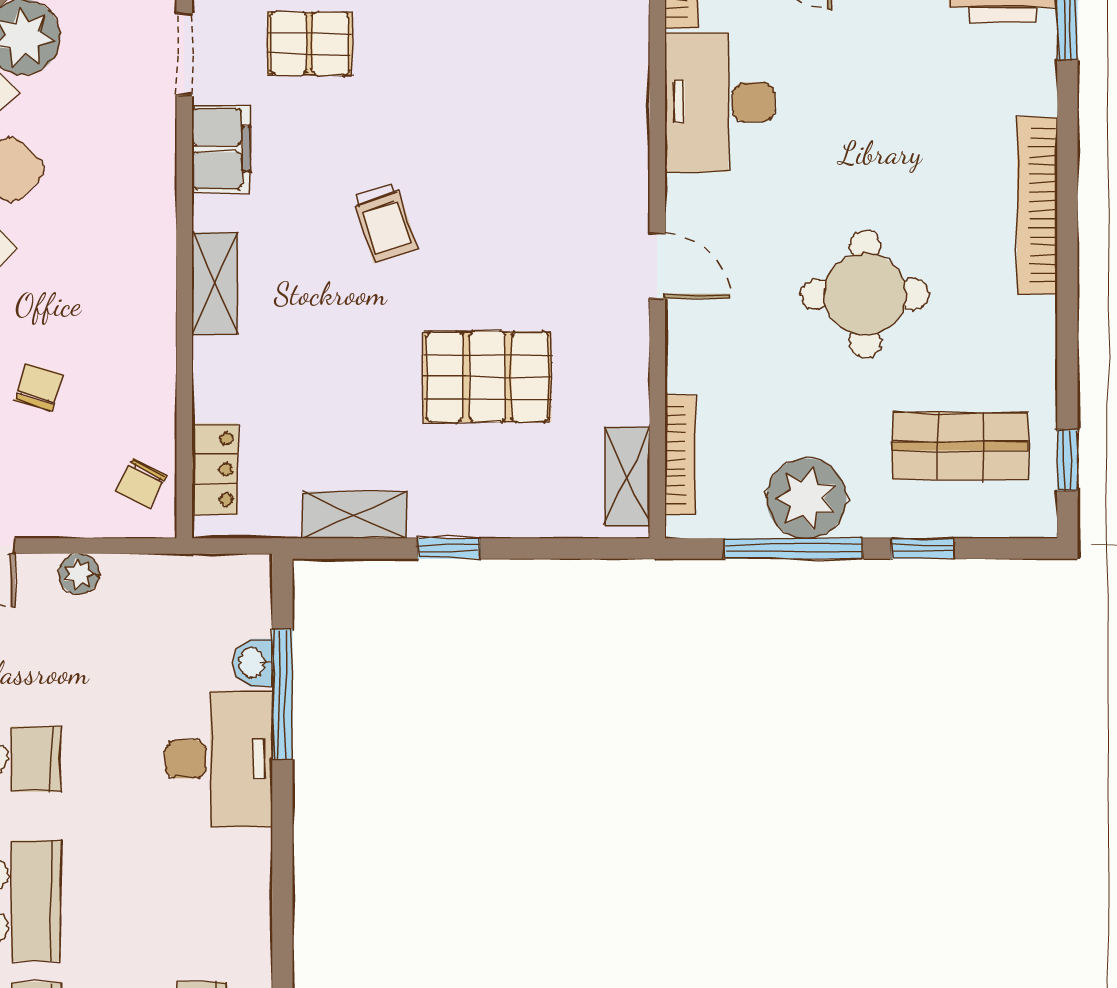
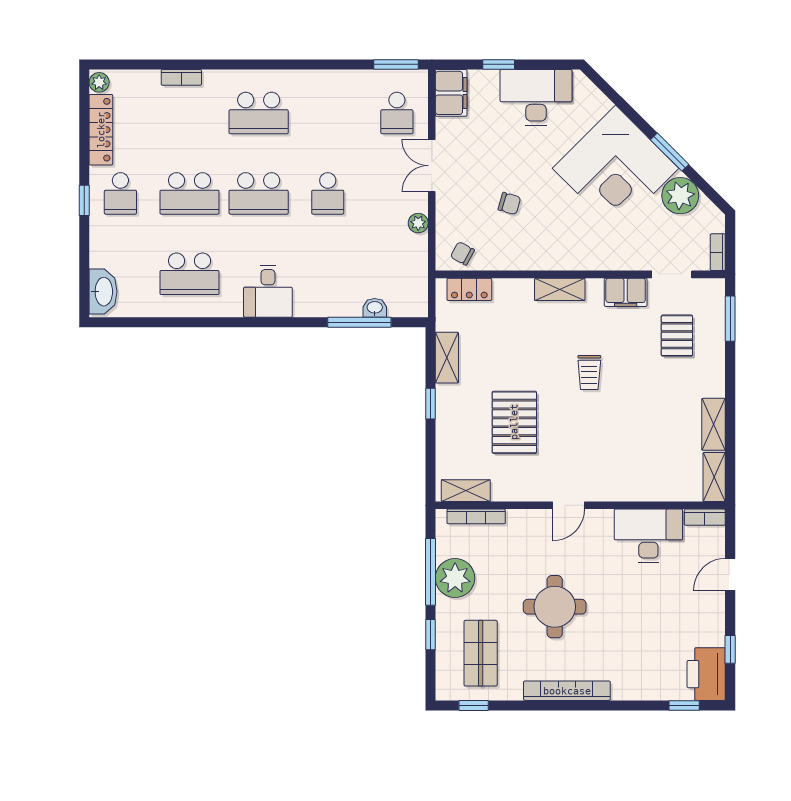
bookcase: (1037, 206) -> (567, 691), moved
trolley: (385, 223) -> (589, 372), turned -72
desk: (219, 759) -> (268, 291), moved, width x0.73

